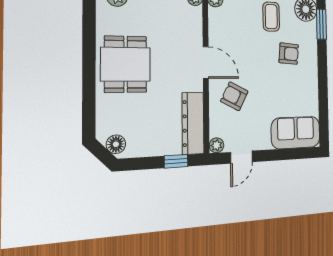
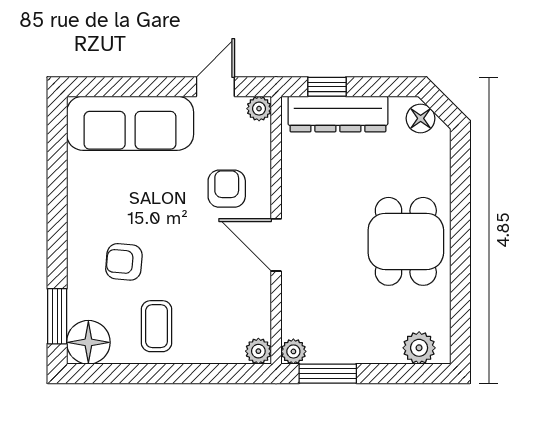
armchair: (234, 96) -> (227, 189), turned -117
dresser: (193, 123) -> (338, 114), moved, turned 90
sofa: (296, 133) -> (130, 123), width x1.36

